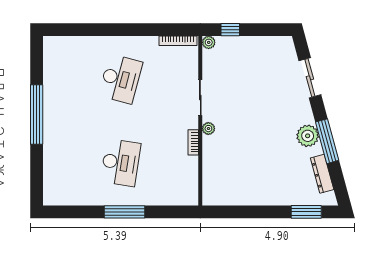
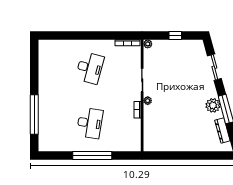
window: (230, 30) -> (175, 35), moved
window: (37, 115) -> (34, 114), moved
window: (125, 212) -> (92, 156), width x1.46
window: (306, 212) -> (212, 156), removed

